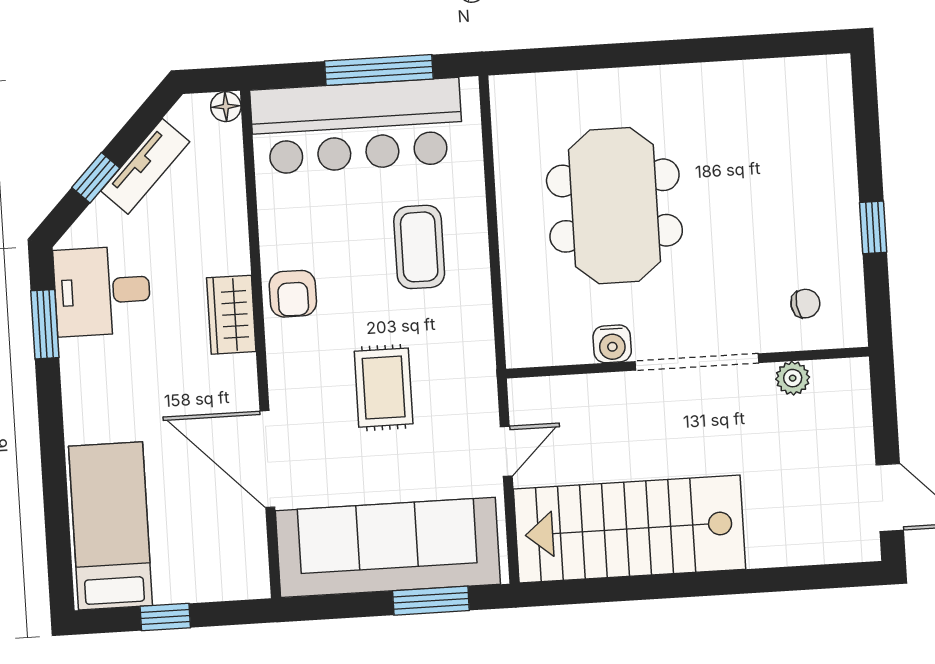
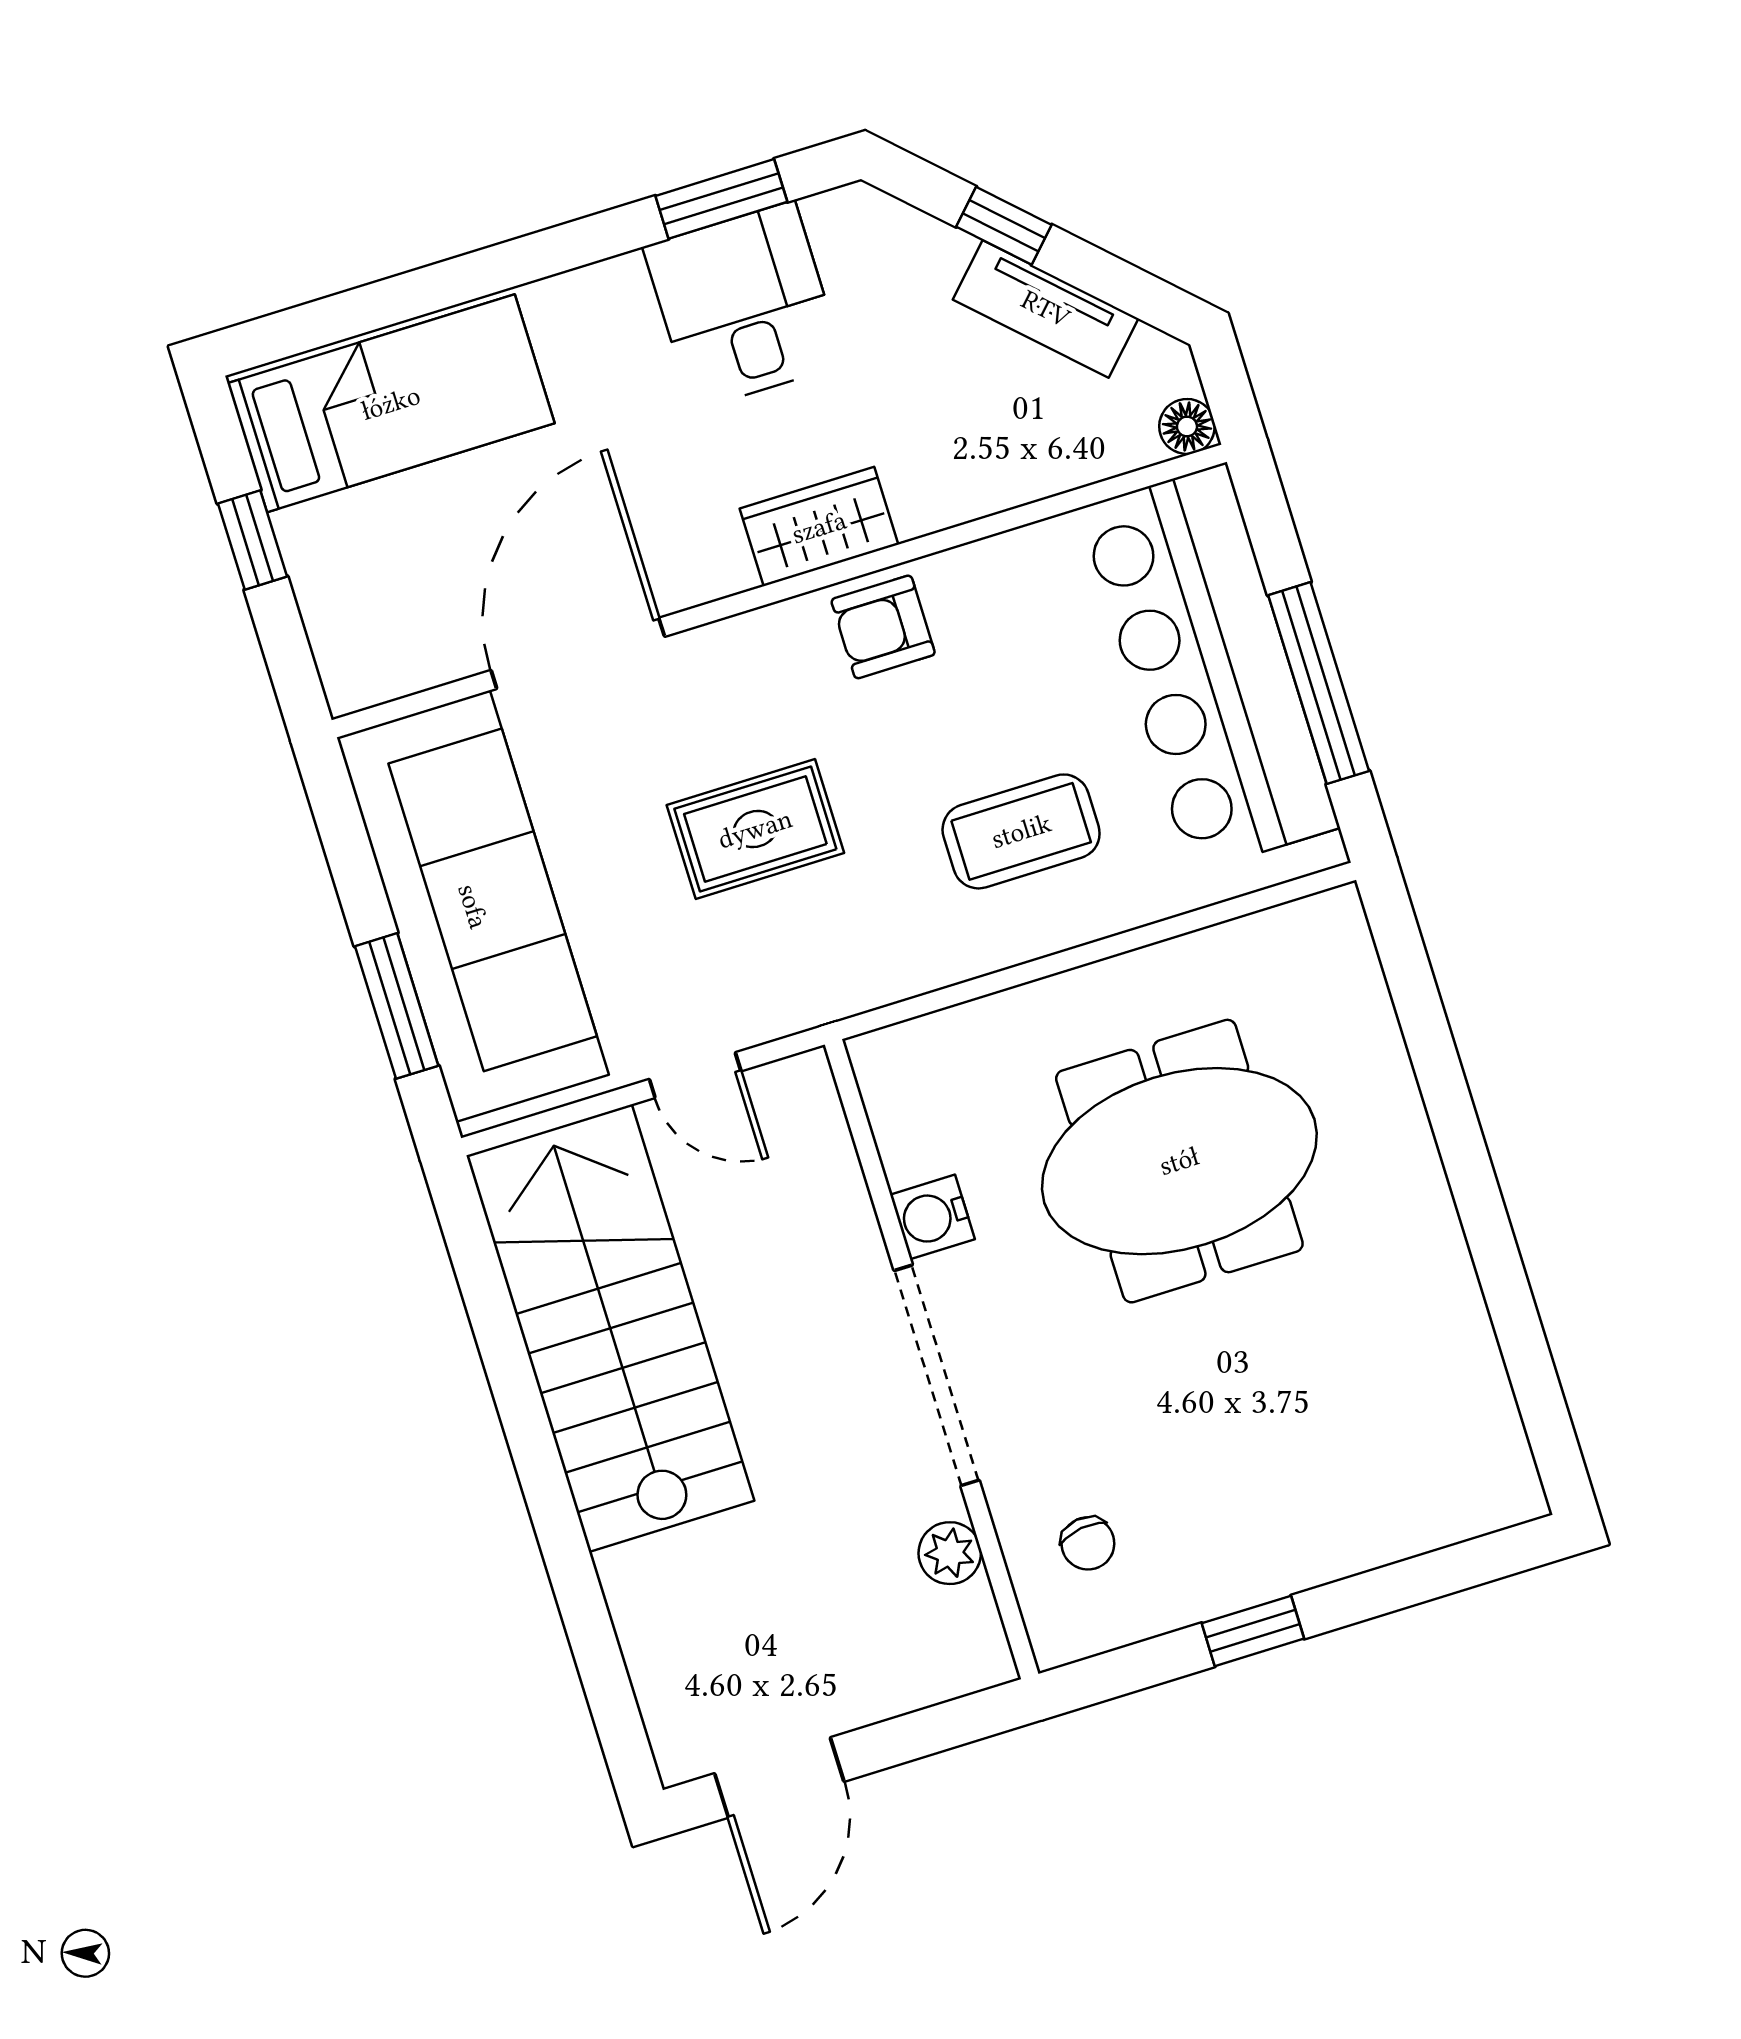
desk: (102, 291) -> (744, 305), moved

